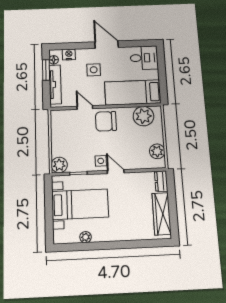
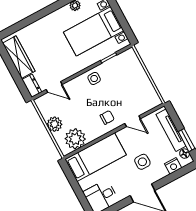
chair: (106, 121) -> (107, 117), width x0.54, depth x0.54
plant: (157, 151) -> (54, 124), moved
plant: (59, 165) -> (129, 57), removed
door: (116, 172) -> (54, 87), moved

